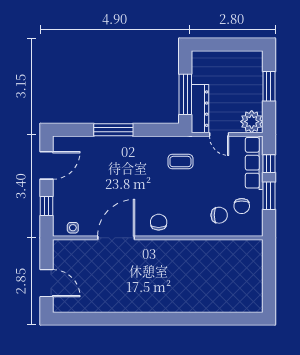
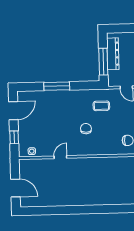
dresser: (200, 109) -> (113, 54), moved
chair: (159, 222) -> (86, 129), moved
door: (116, 238) -> (60, 157), width x0.53

